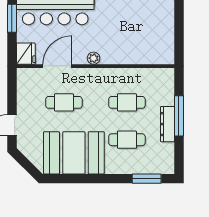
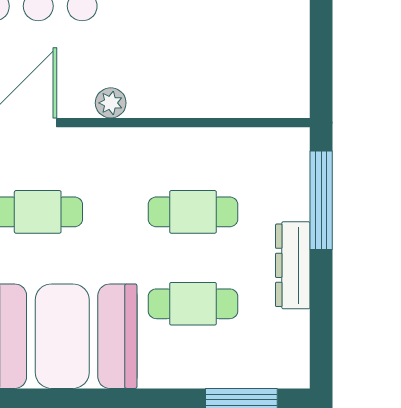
window: (179, 116) -> (321, 200), moved

